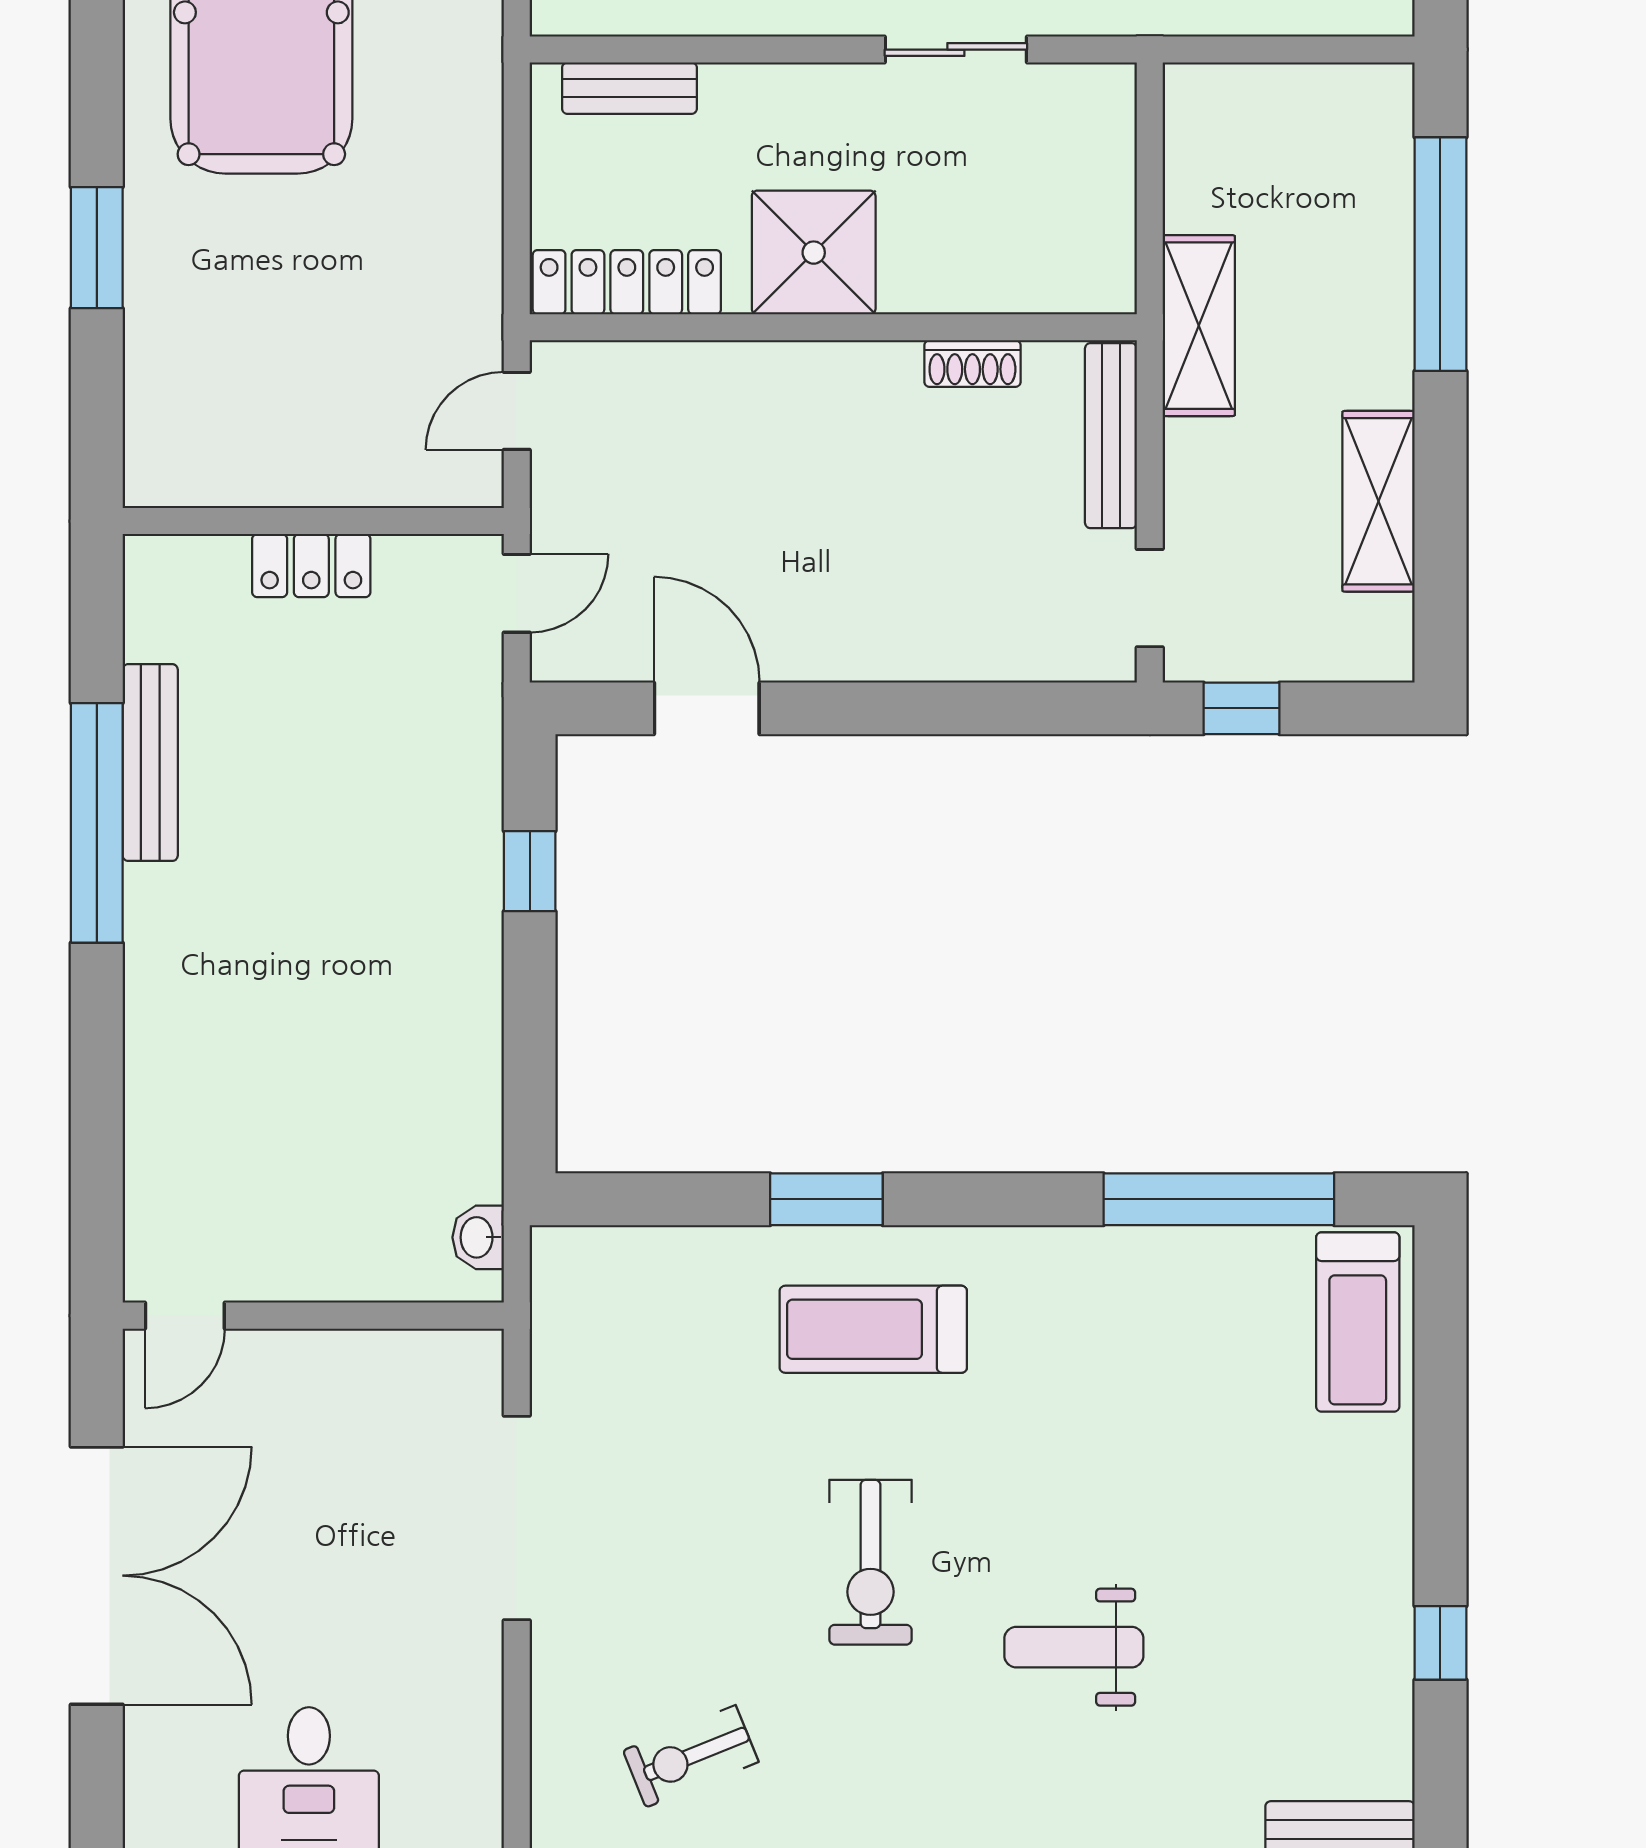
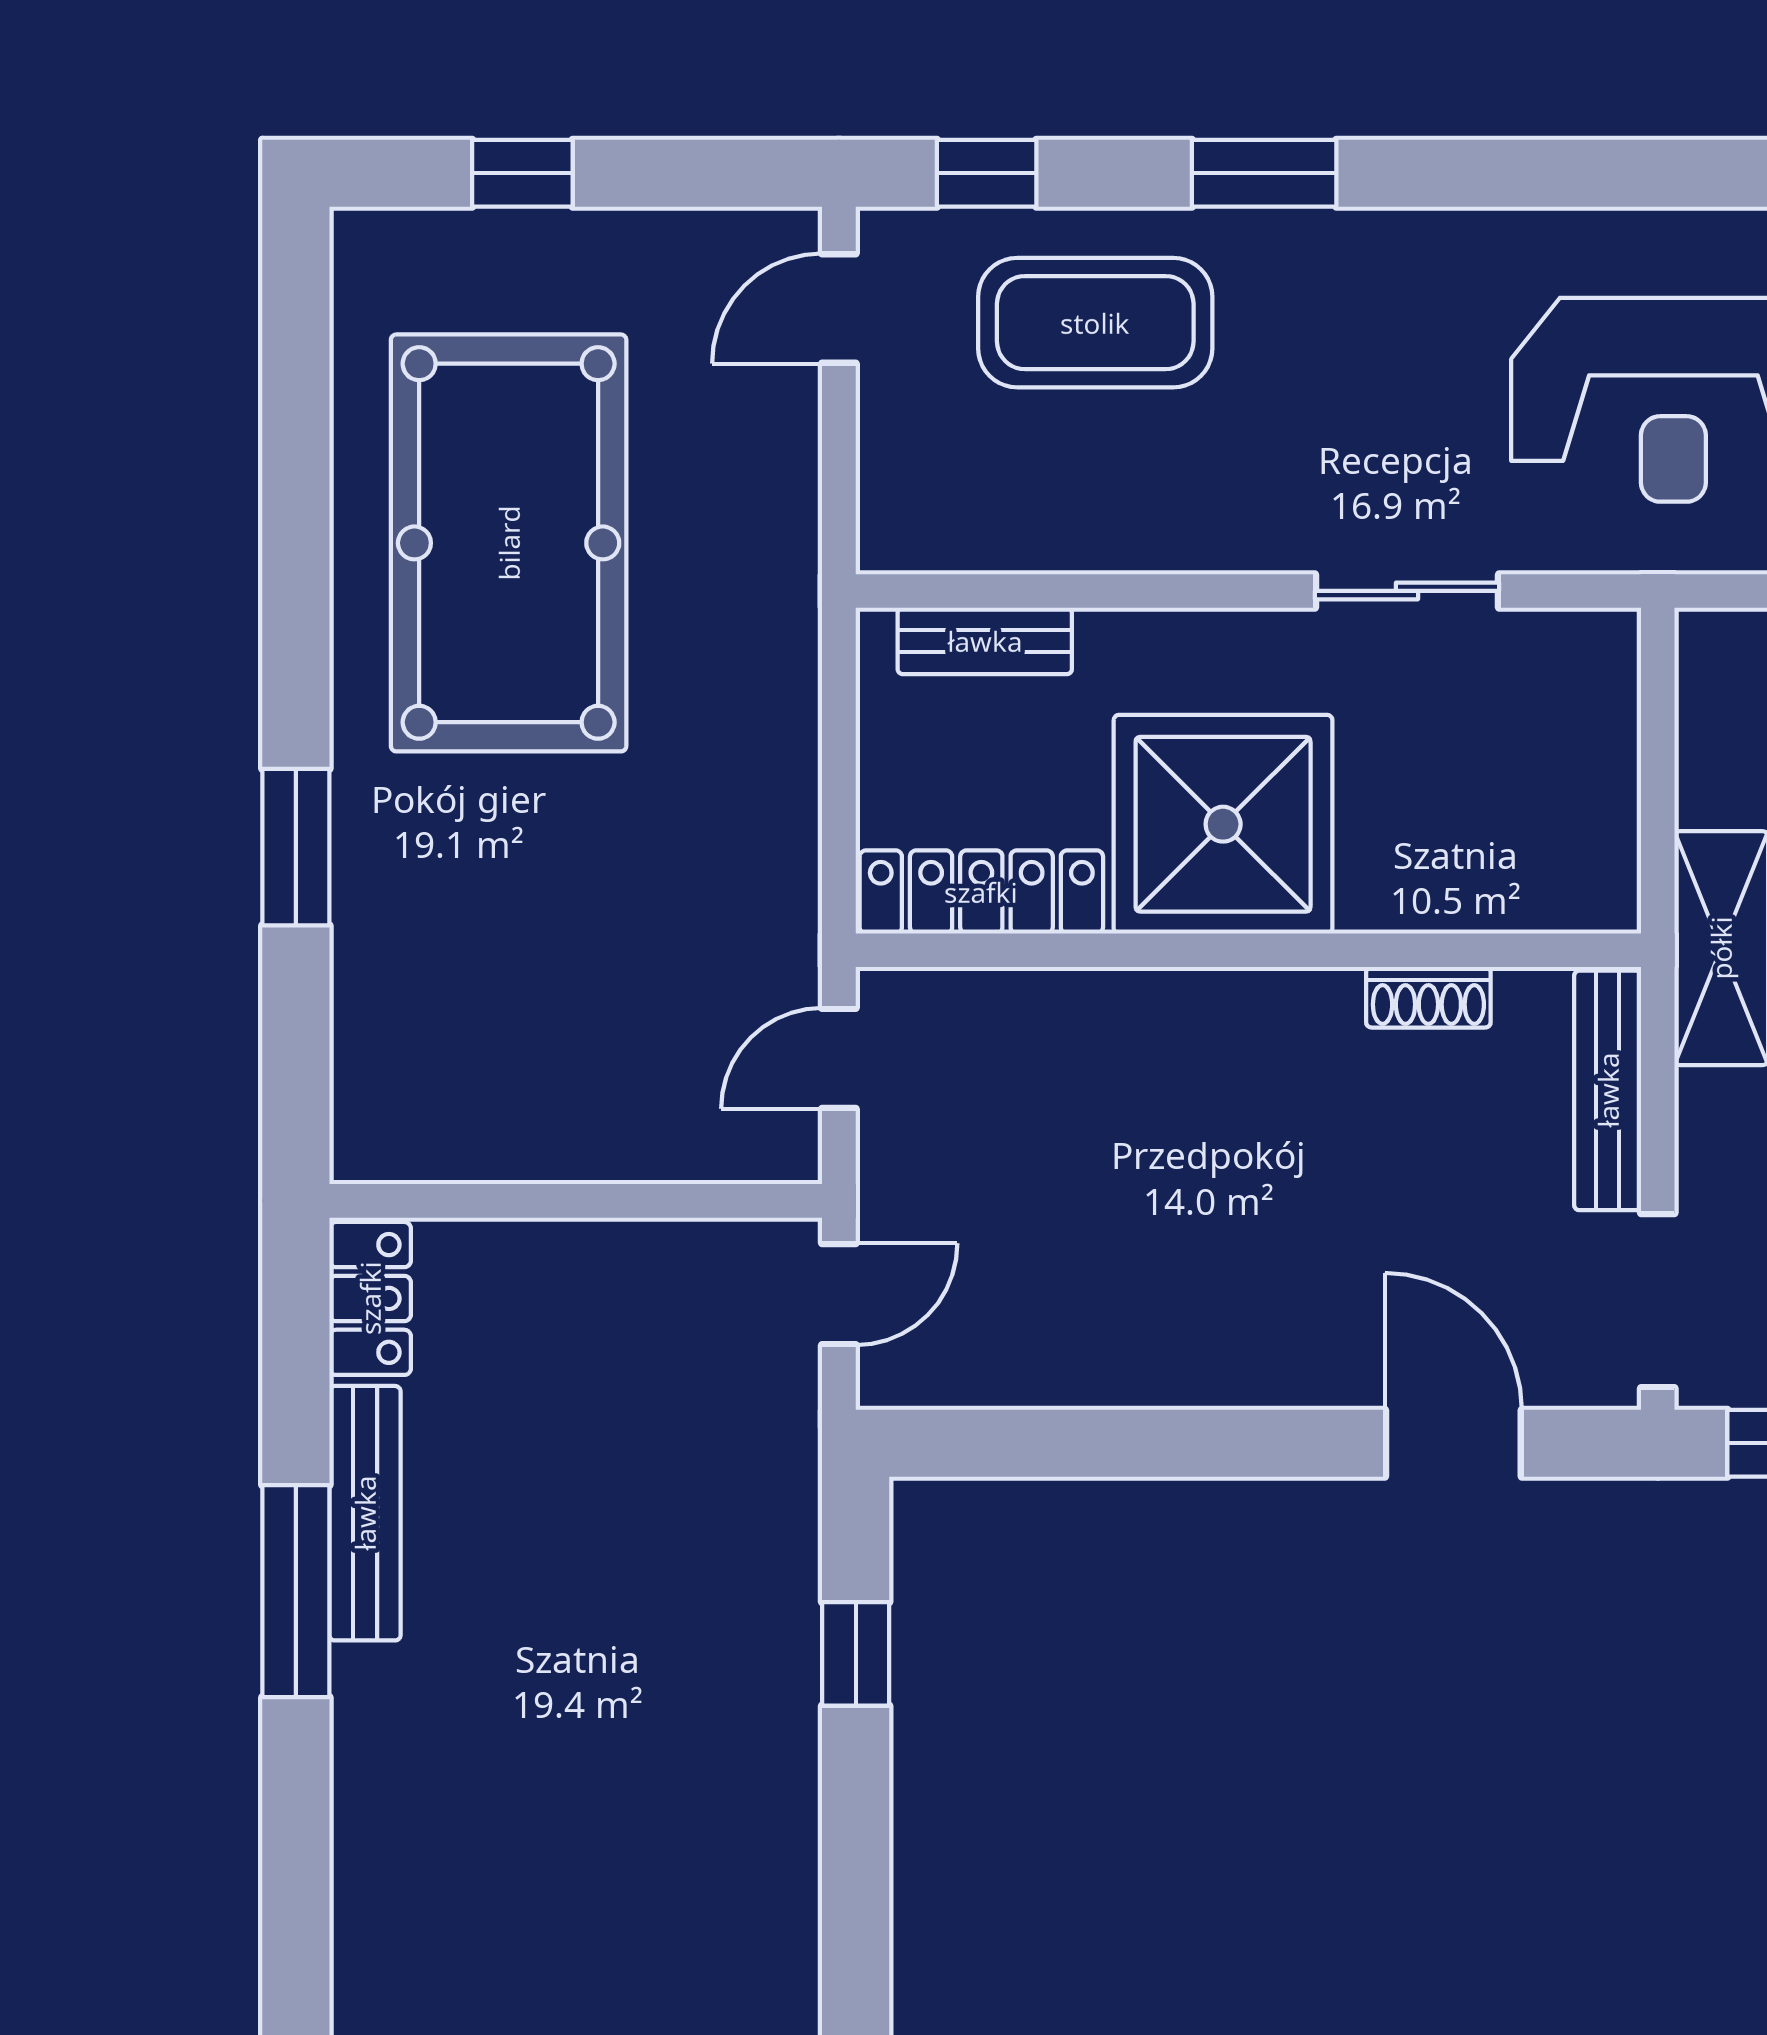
shower: (814, 253) -> (1223, 824), width x1.37, depth x1.37
locker: (311, 566) -> (370, 1298), moved, turned -90
doorway: (1150, 598) -> (1658, 1301), width x1.38
door: (707, 708) -> (1453, 1443), moved
window: (97, 823) -> (296, 1591), width x0.68

